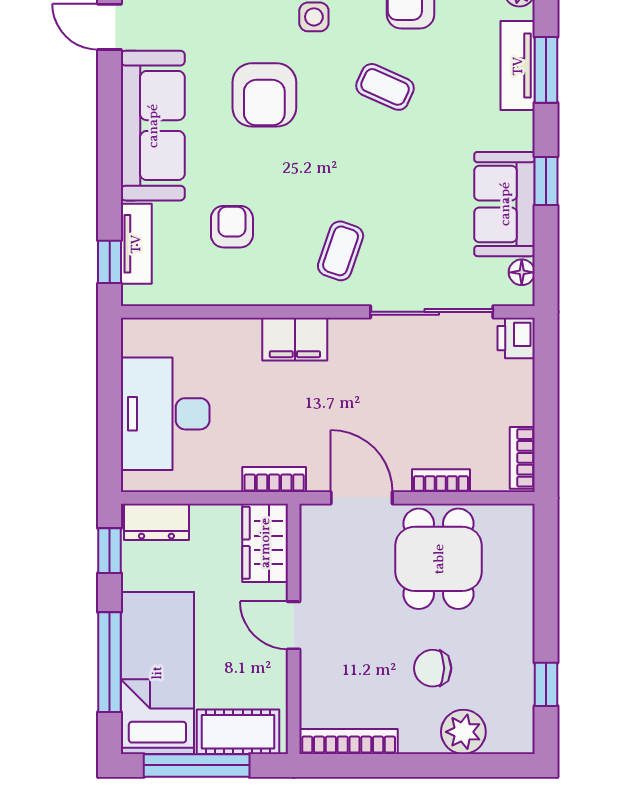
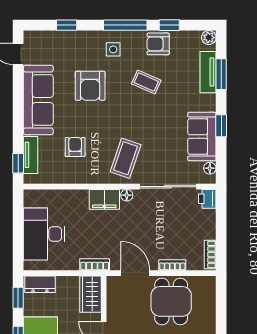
coffee table: (341, 251) -> (126, 158), width x1.36, depth x1.30
floor lamp: (343, 330) -> (127, 195), added

